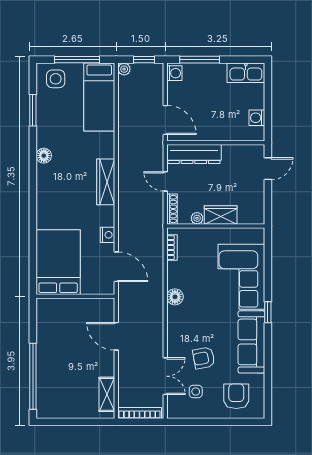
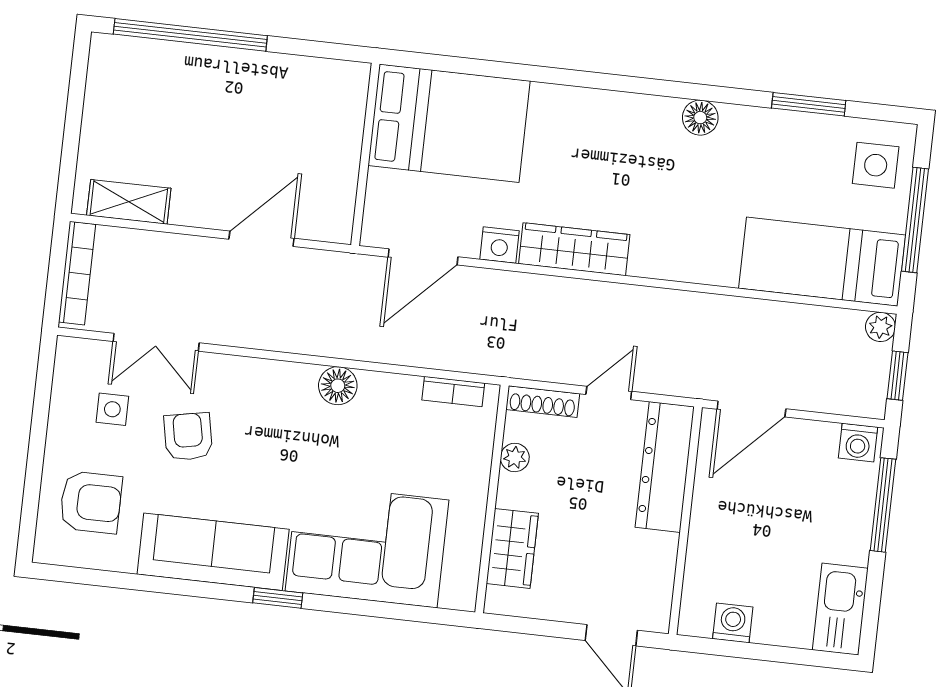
wardrobe: (106, 182) -> (574, 249), moved
wardrobe: (221, 215) -> (512, 548), moved

